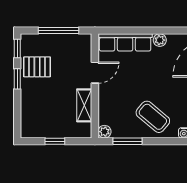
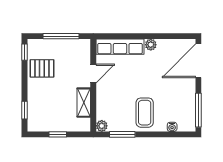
window: (17, 79) -> (24, 110), moved
coffee table: (153, 117) -> (145, 113), turned 50

